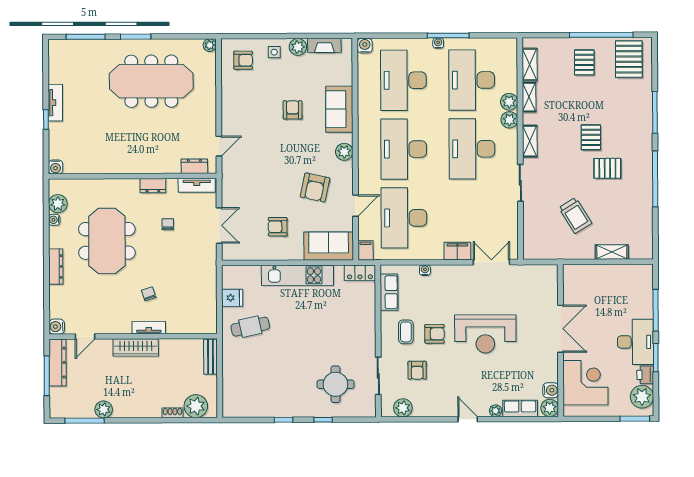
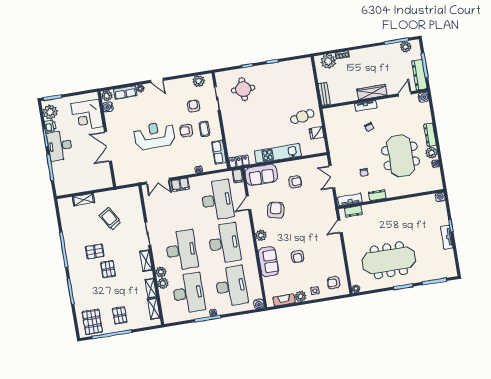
plant: (58, 204) -> (431, 153), moved
plant: (104, 409) -> (406, 47), moved

